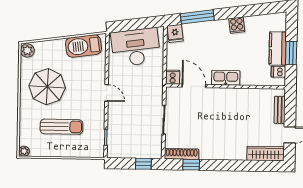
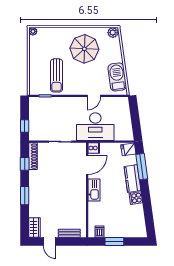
desk: (136, 47) -> (95, 127), moved, turned 98
kitchen counter: (278, 48) -> (132, 179), moved, turned -98
door: (107, 93) -> (94, 96), moved
sun lounger: (61, 127) -> (57, 75), moved
wardrobe: (266, 154) -> (34, 228), width x0.67
window: (231, 165) -> (25, 196), added

